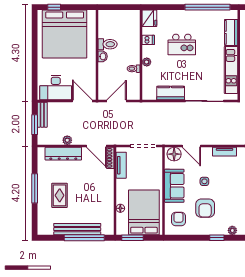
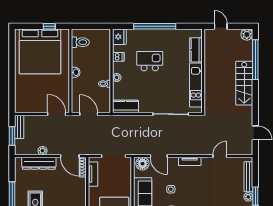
window: (54, 7) -> (49, 26), moved
window: (207, 7) -> (155, 26), moved
toilet: (108, 44) -> (80, 42), moved
kitchen island: (182, 45) -> (150, 61), turned 180
desk: (56, 88) -> (32, 101), removed
kitchen counter: (171, 93) -> (125, 107), moved
door: (117, 101) -> (89, 114), hinge flipped

